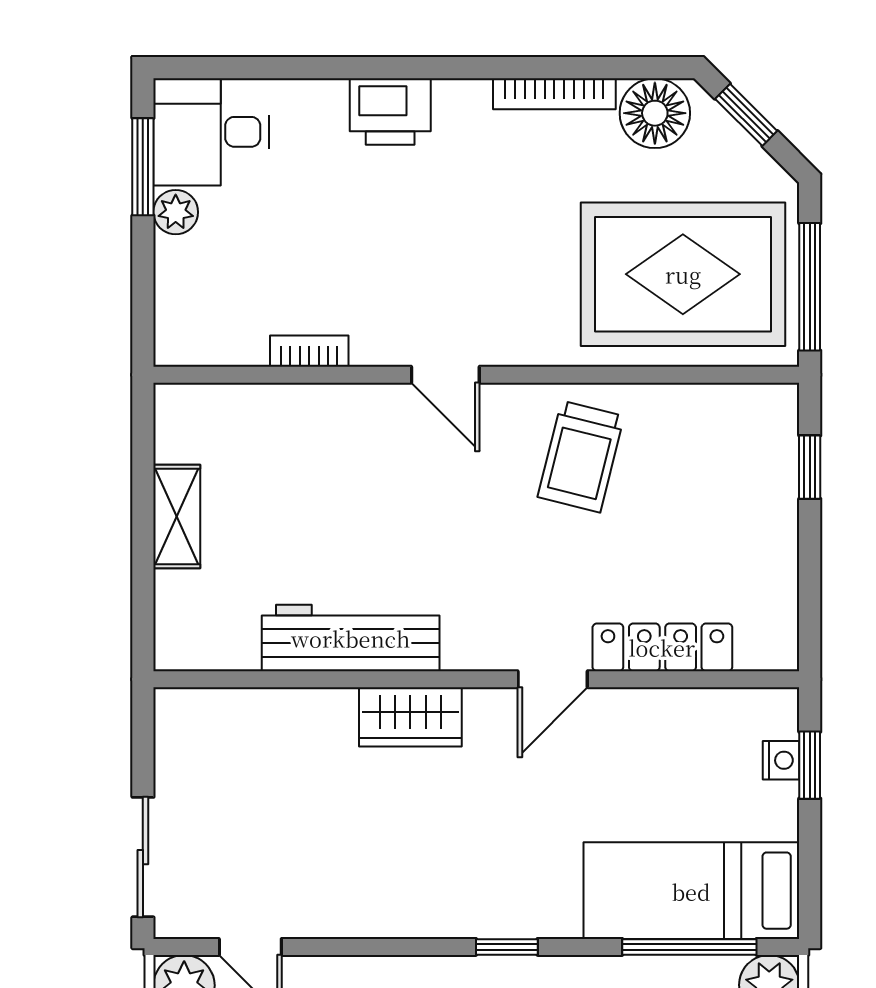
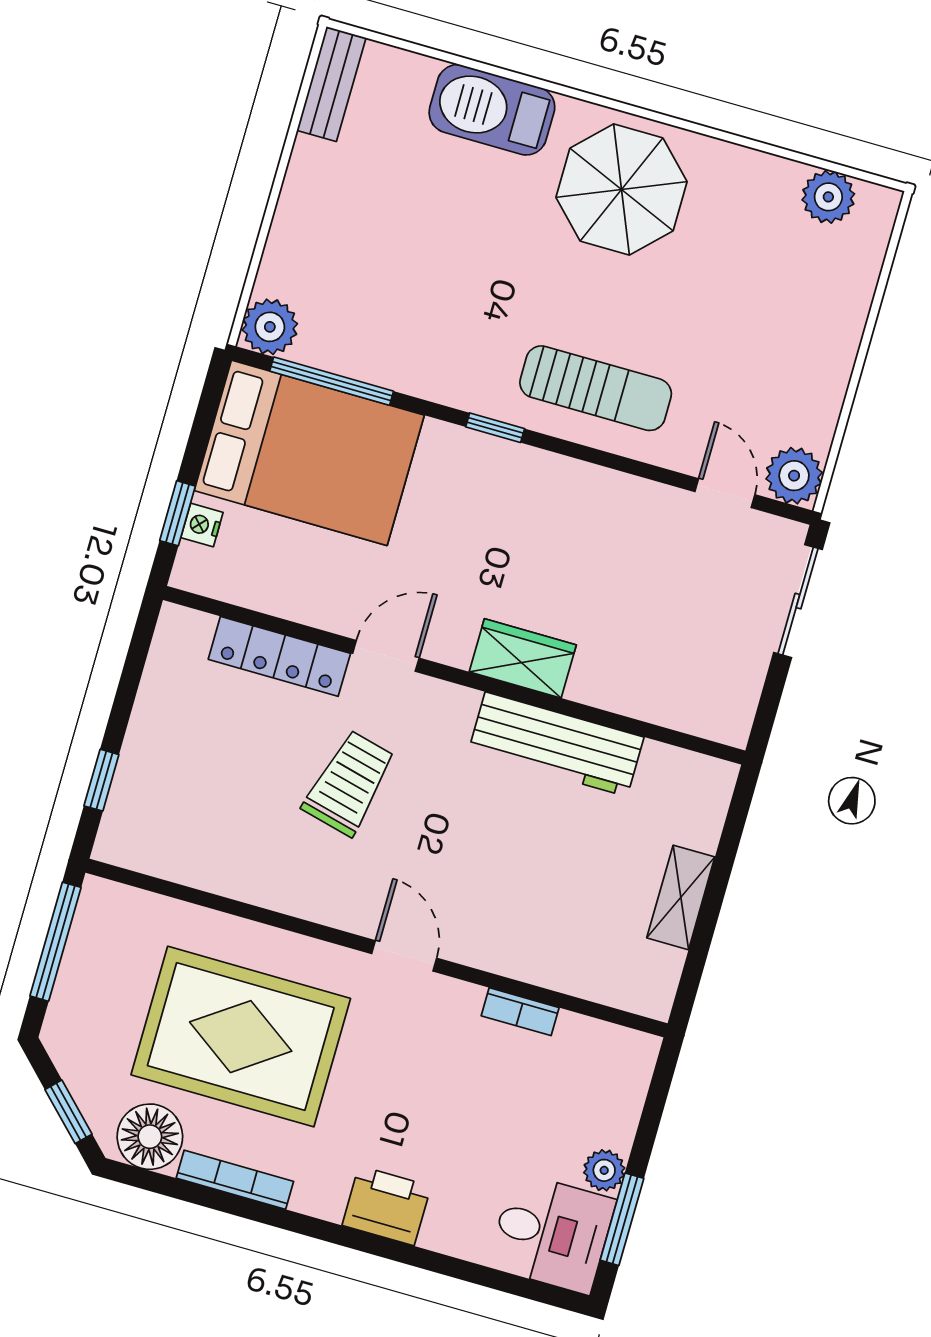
rug: (683, 274) -> (241, 1037), moved
trolley: (581, 457) -> (349, 783), moved
bed: (691, 891) -> (309, 453), width x1.50

